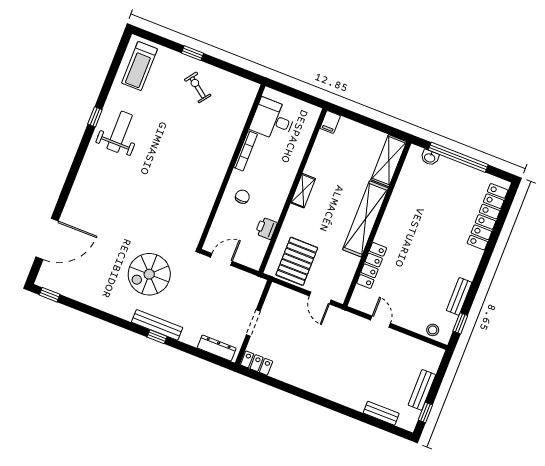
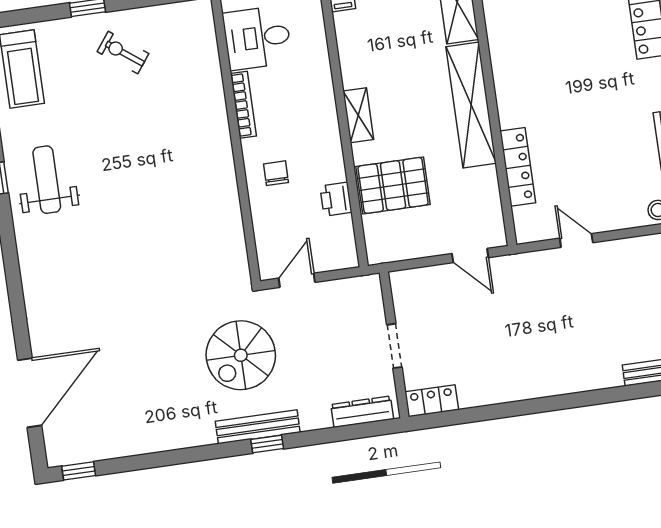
pallet: (297, 261) -> (393, 185), moved, turned 90
spiral stairs: (149, 274) -> (241, 355), moved

